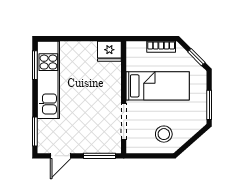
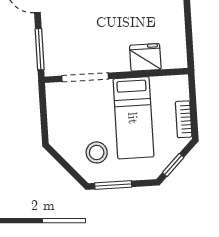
fridge: (109, 51) -> (145, 57), moved, turned 90
stool: (164, 134) -> (97, 152), moved

